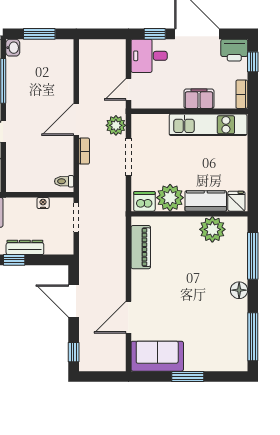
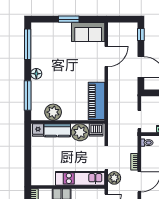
kitchen unit: (208, 125) -> (80, 178), moved
piano: (141, 247) -> (96, 101), width x1.37, depth x1.33

